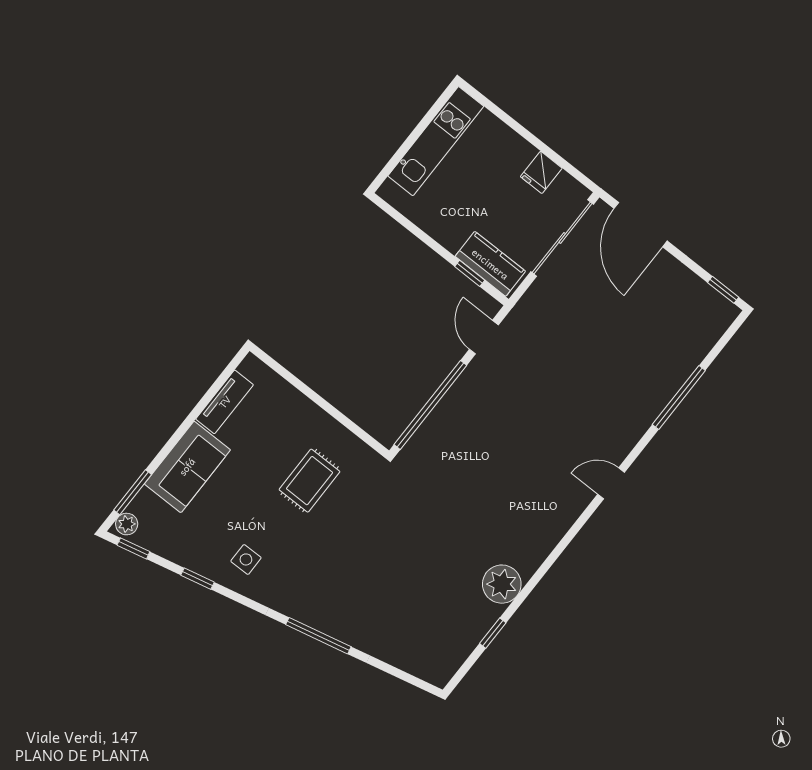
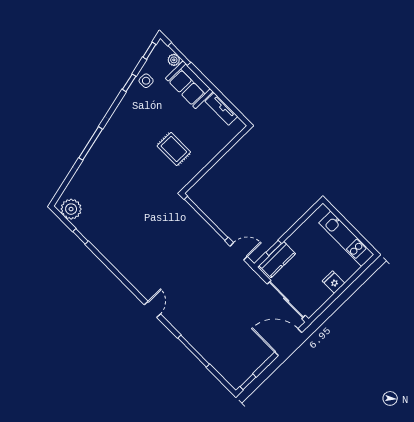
fridge: (541, 172) -> (333, 282), moved
plant: (127, 524) -> (174, 60), moved
side table: (246, 559) -> (146, 81), moved
plant: (502, 584) -> (71, 209), moved

